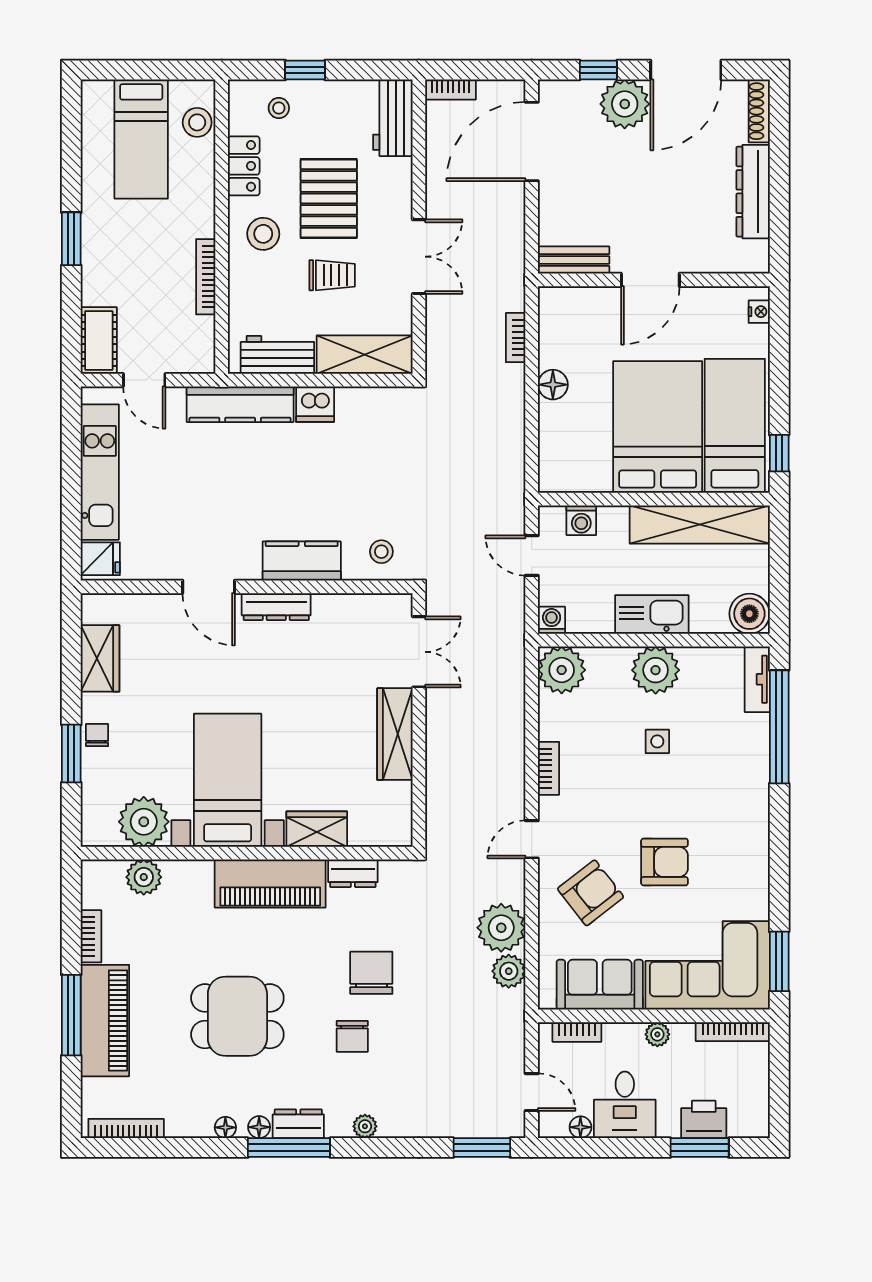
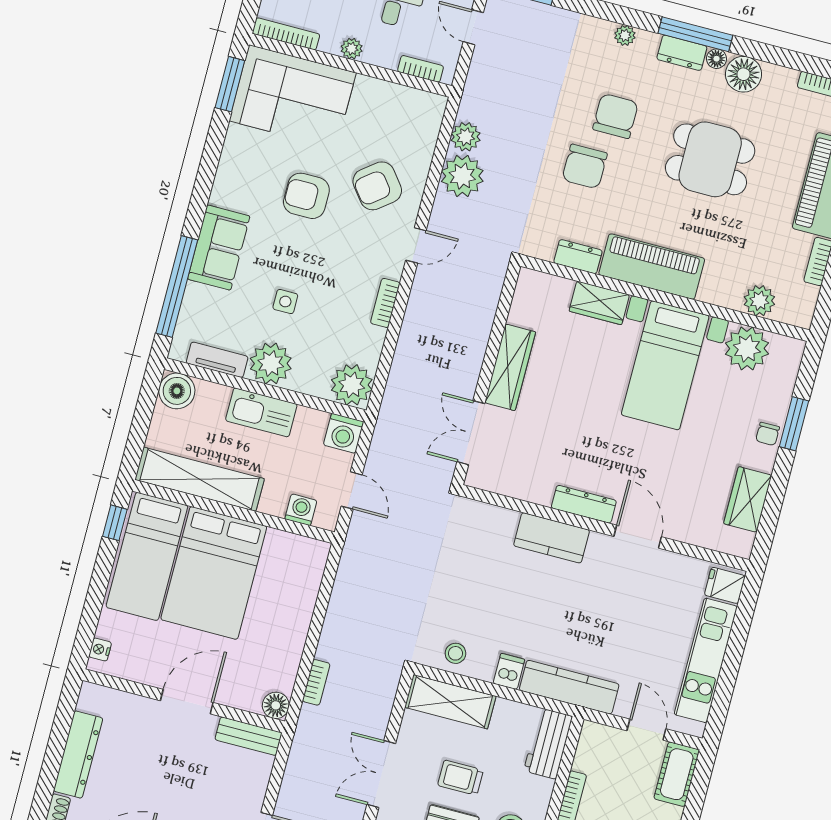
workbench: (277, 355) -> (548, 744), moved, turned 90
floor lamp: (553, 385) -> (276, 705), moved
dishwasher: (315, 404) -> (509, 671), width x0.73
stool: (381, 552) -> (455, 653), moved
washing machine: (552, 620) -> (344, 433), width x1.38, depth x1.38
tv unit: (757, 679) -> (217, 360), moved, turned -90
sofa: (600, 985) -> (219, 248), moved, turned -90
chair: (352, 1036) -> (616, 116), width x1.37, depth x1.37
floor lamp: (225, 1127) -> (744, 74), width x1.89, depth x1.89

